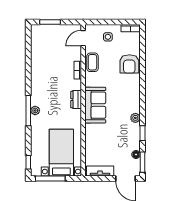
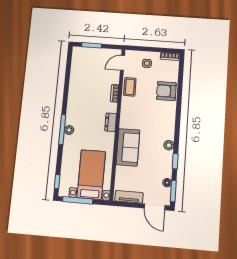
armchair: (129, 64) -> (166, 91), turned 90
sofa: (95, 105) -> (128, 147), moved

